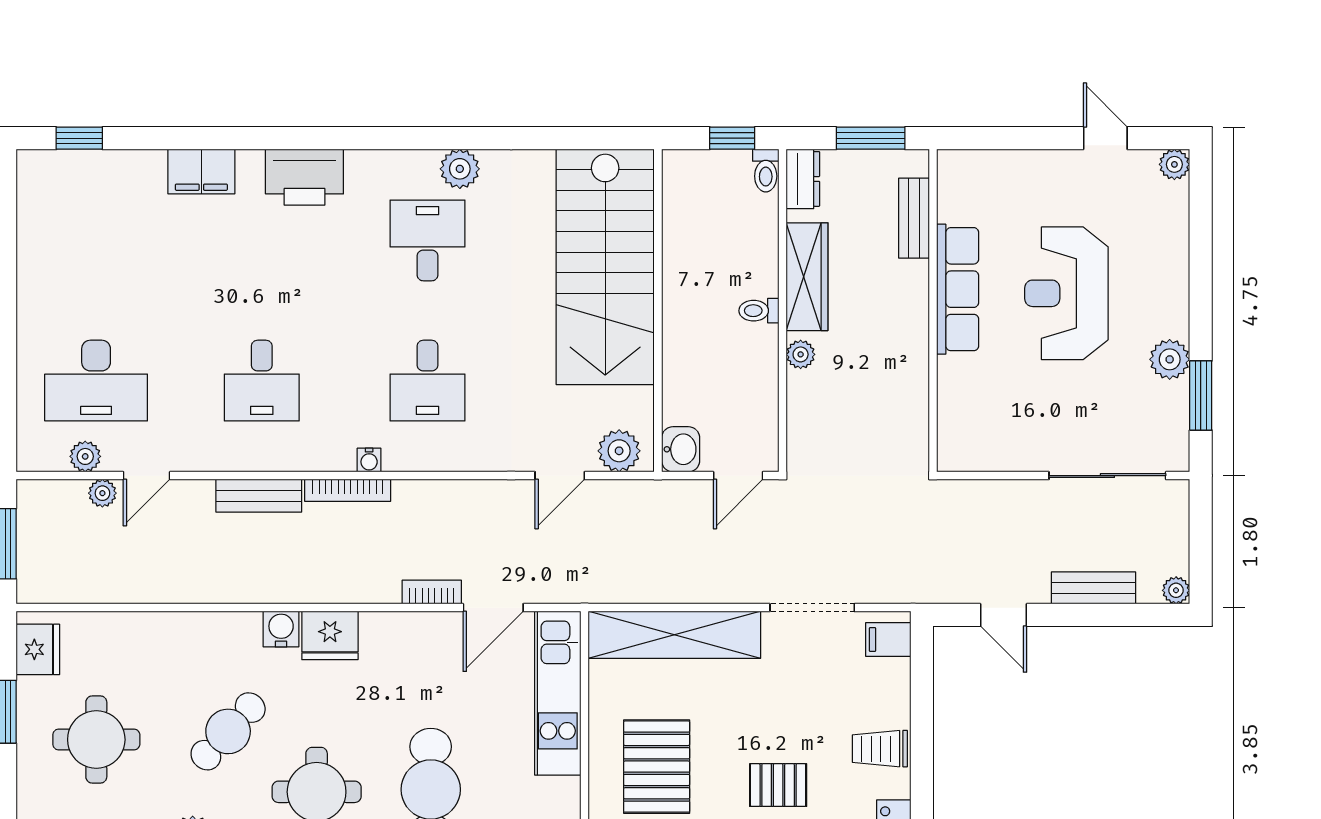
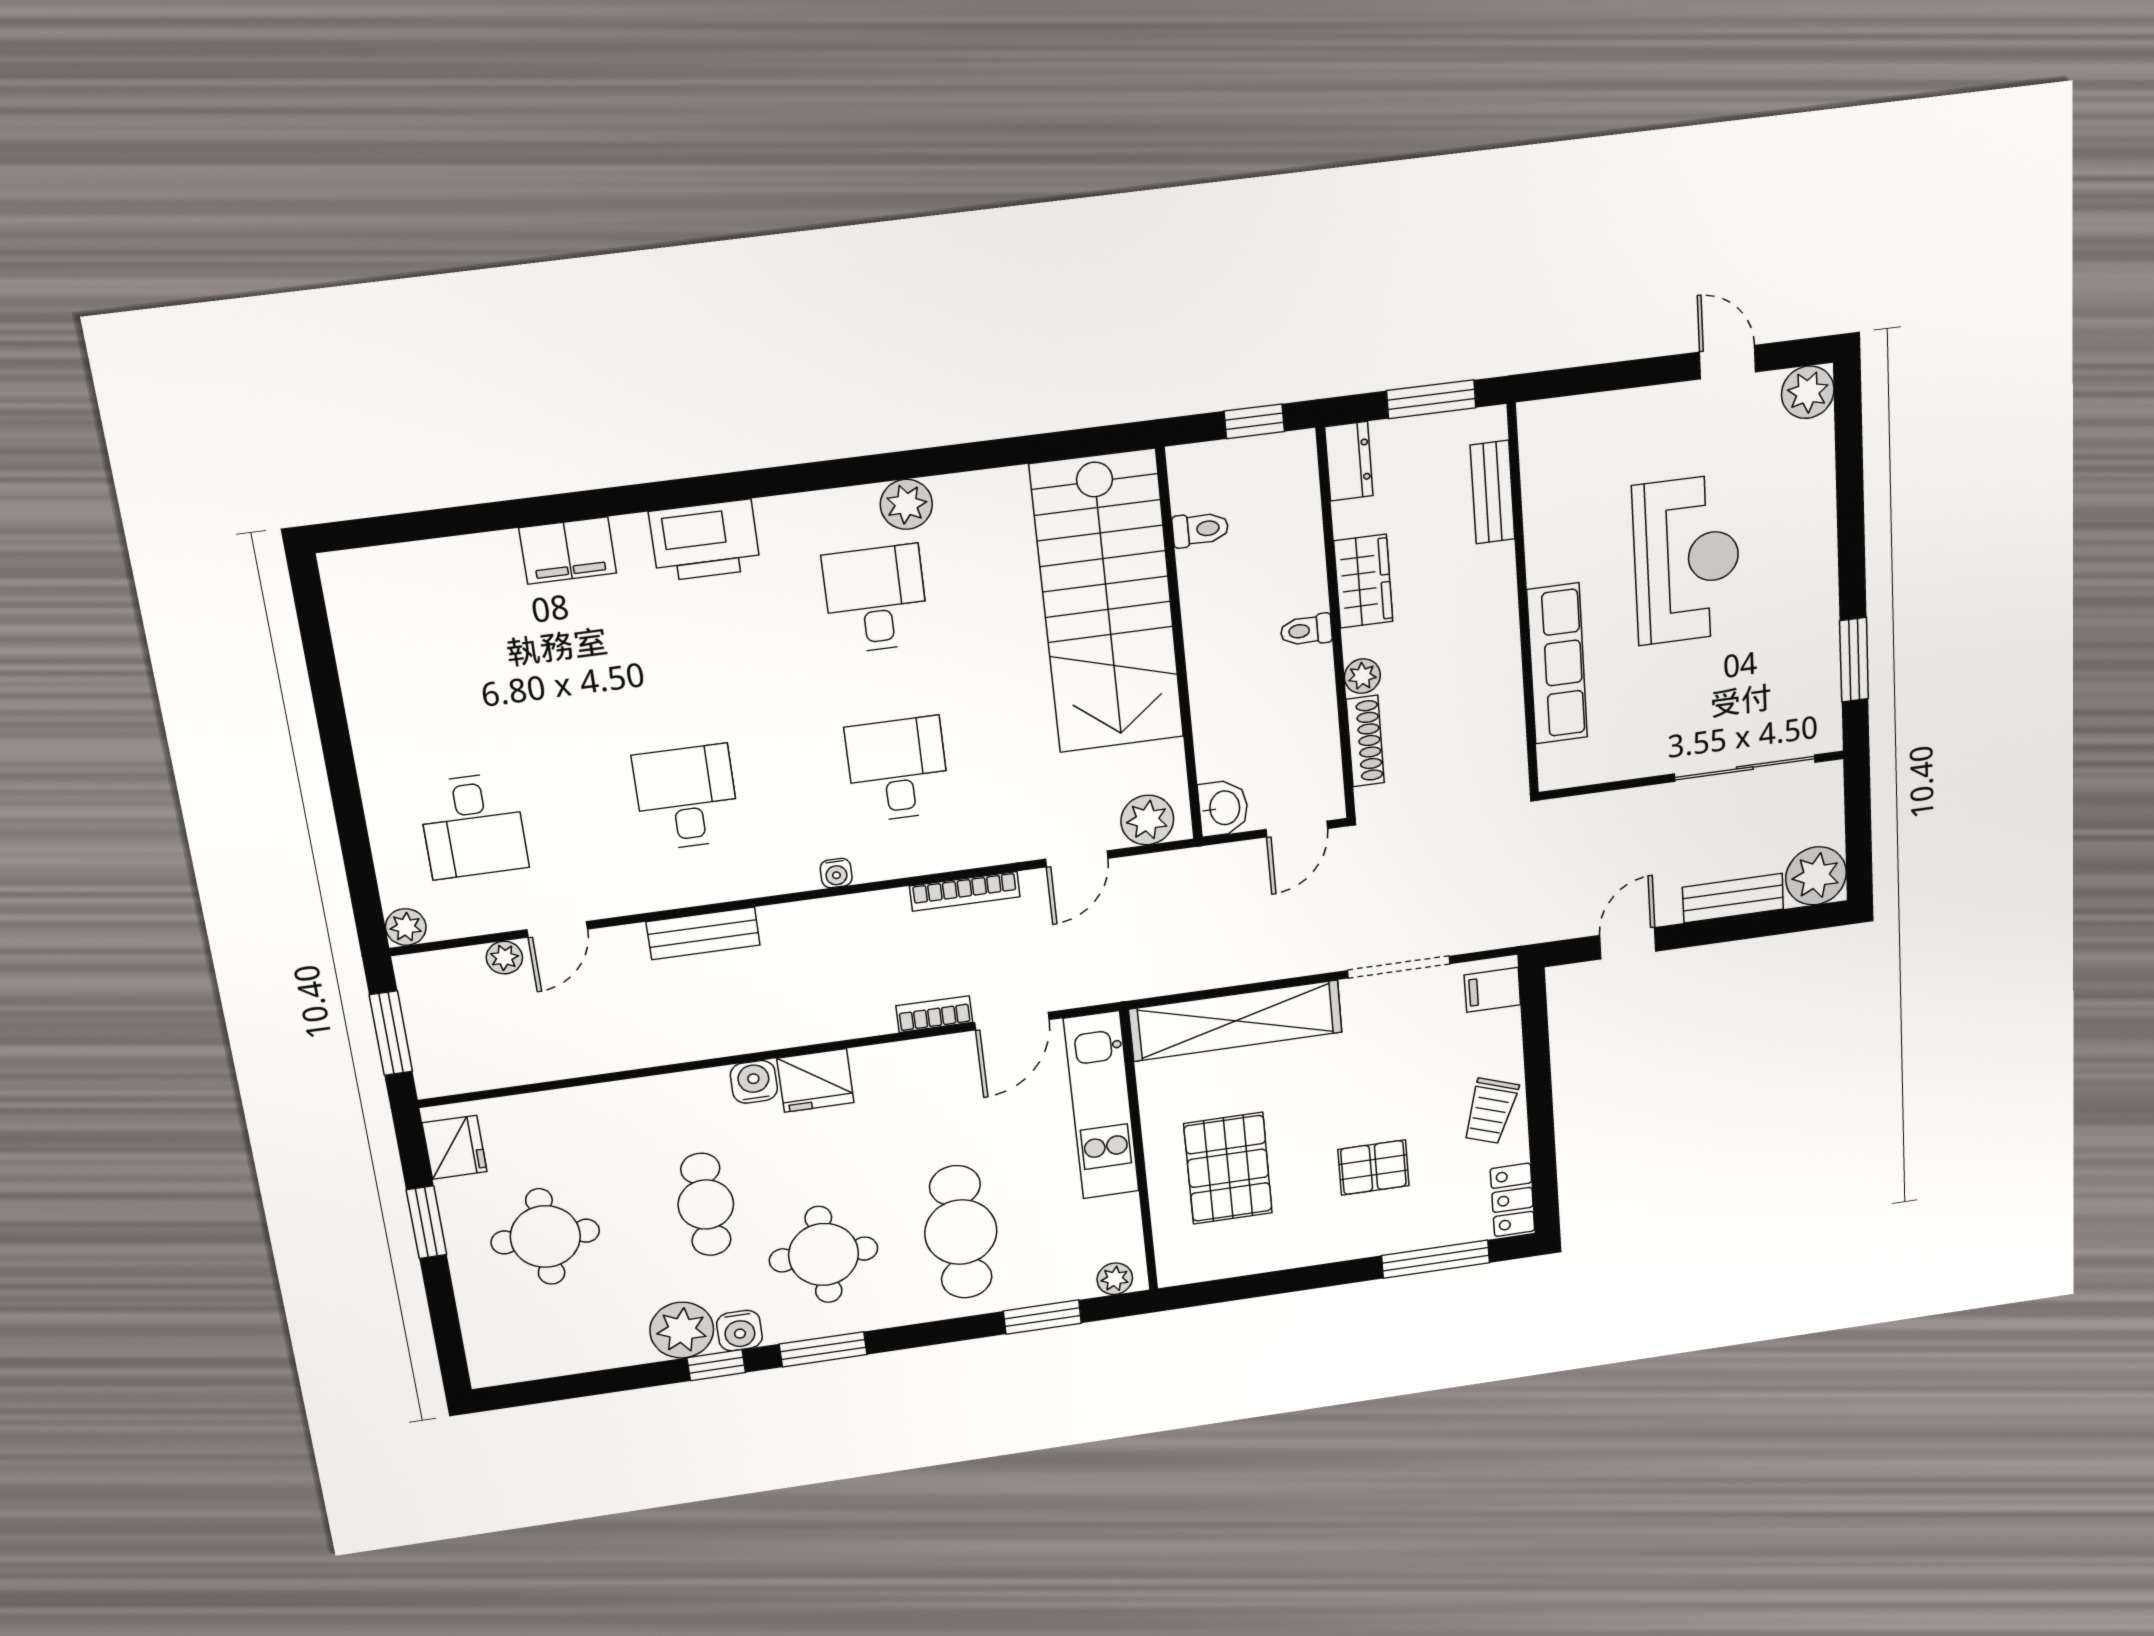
window: (79, 138) -> (398, 528), removed
plant: (1174, 164) -> (1808, 392), width x1.38, depth x1.38
toilet: (766, 171) -> (1200, 529), moved, turned -90
wardrobe: (807, 277) -> (1363, 581), width x0.67
row of seats: (958, 289) -> (1557, 664), moved
reception desk: (1066, 293) -> (1687, 560), turned 180
plant: (1170, 359) -> (1815, 622), removed
desk: (96, 381) -> (473, 826), width x0.73
desk: (262, 381) -> (686, 797), turned 180
desk: (428, 381) -> (898, 769), turned 180
shoe rack: (799, 409) -> (1365, 741), added
plant: (85, 456) -> (406, 927), moved
bookcase: (348, 490) -> (965, 891), moved
plant: (1176, 590) -> (1816, 876), width x1.87, depth x1.87
door: (1004, 615) -> (1628, 943), swing flipped
cafe table: (228, 731) -> (706, 1204), turned -43
trolley: (880, 749) -> (1490, 1111), turned -71

